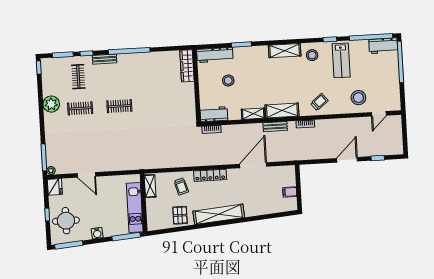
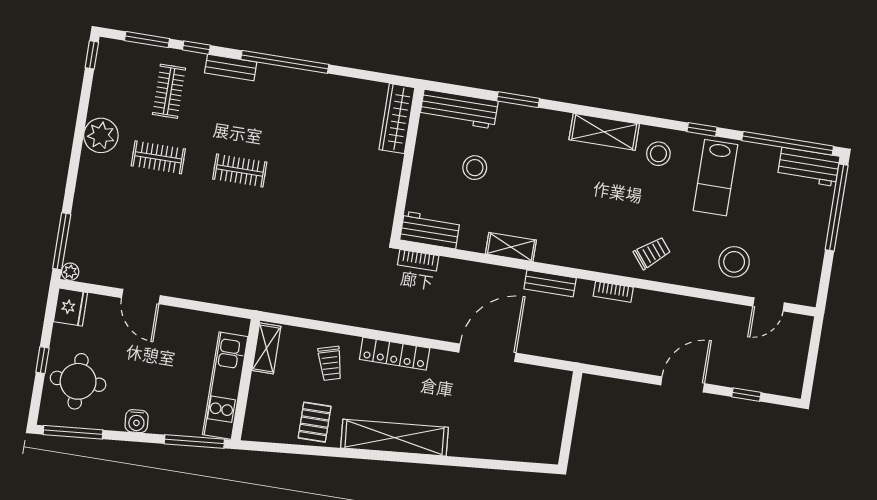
shelving: (282, 111) -> (571, 254), removed
filing cabinet: (290, 192) -> (550, 424), removed

